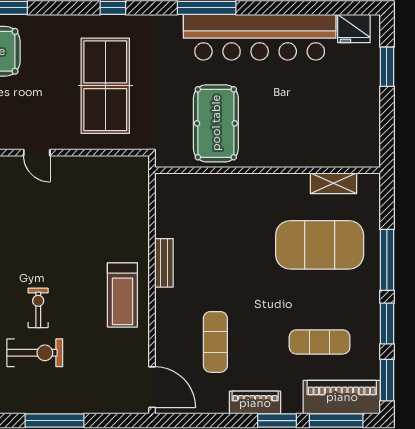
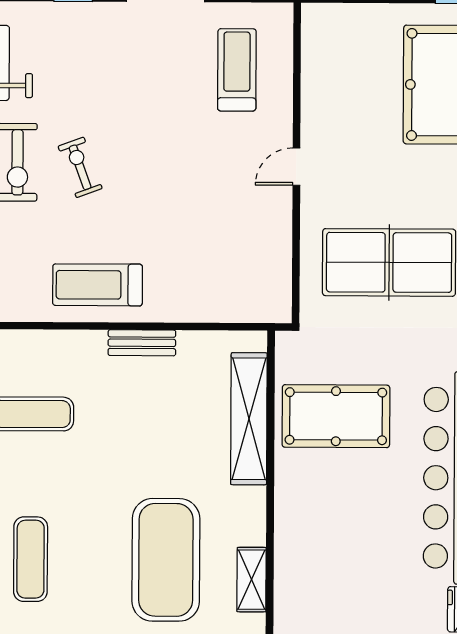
shelving: (218, 186) -> (249, 419), added
exercise bike: (38, 308) -> (80, 167), turned -110

